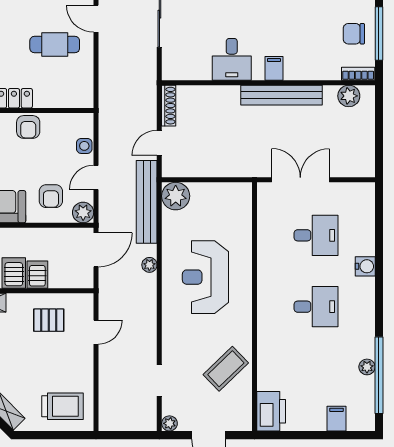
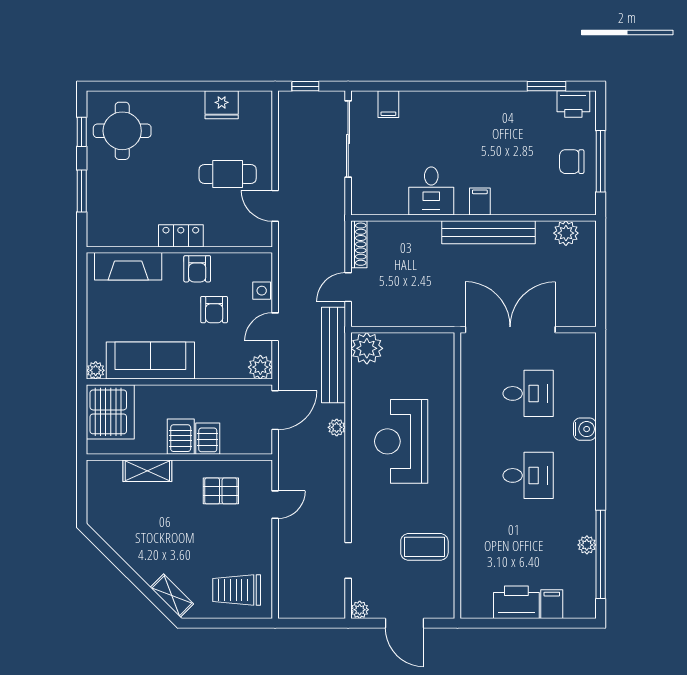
door: (96, 19) -> (275, 206), moved
bookcase: (358, 74) -> (577, 208), removed
double door: (300, 180) -> (510, 330), width x1.36
armchair: (51, 196) -> (214, 310), moved
coffee table: (226, 369) -> (424, 547), turned 44
trolley: (62, 406) -> (237, 590), turned 180
printer: (271, 411) -> (516, 602), moved, turned -90

